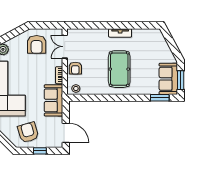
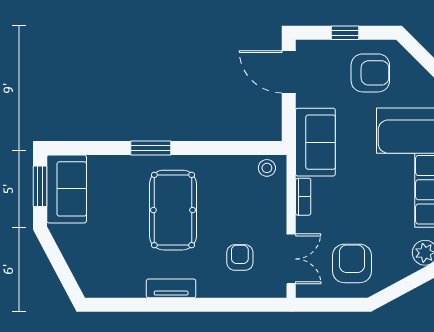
armchair: (75, 68) -> (240, 257), moved
window: (160, 98) -> (151, 148), moved
armchair: (28, 132) -> (370, 73), turned -74

